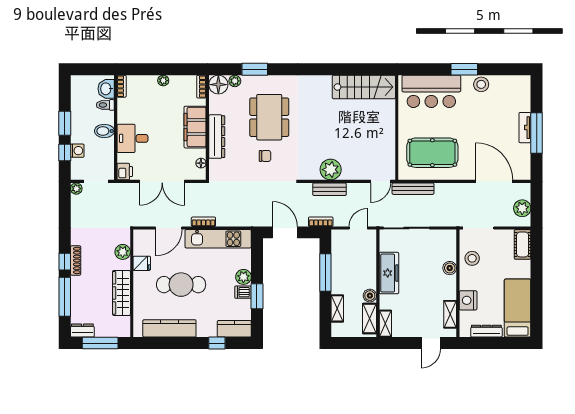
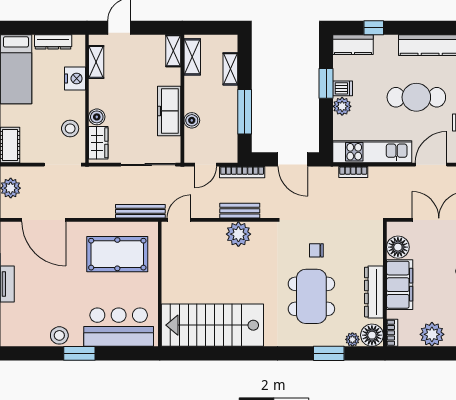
plant: (163, 81) -> (432, 334), width x1.87, depth x1.87
stairs: (364, 87) -> (212, 325), width x1.36, depth x1.51
dresser: (217, 137) -> (374, 292), moved
floor lamp: (201, 163) -> (398, 247), width x1.89, depth x1.89
bookcase: (203, 222) -> (353, 172), moved
bookcase: (321, 222) -> (242, 172), width x1.56
wardrobe: (448, 246) -> (98, 143), added
boiler: (370, 296) -> (192, 120), moved

